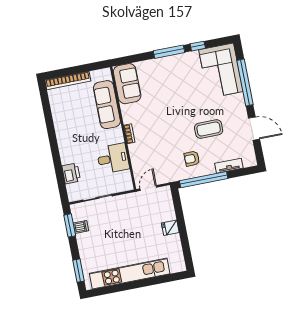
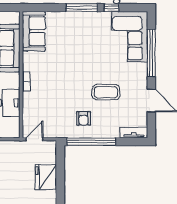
armchair: (192, 159) -> (84, 118), turned -90
tv unit: (229, 166) -> (134, 133), moved
fridge: (170, 228) -> (46, 177), width x1.88, depth x1.34

